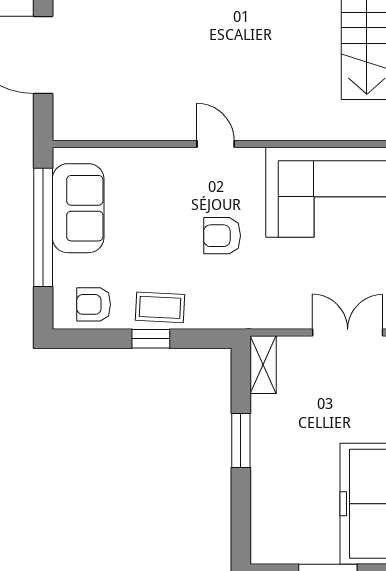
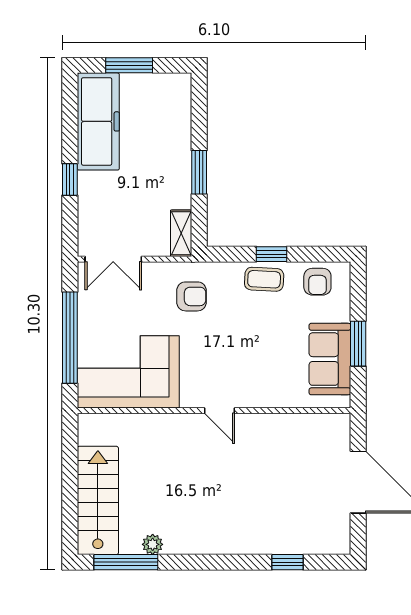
window: (43, 227) -> (358, 344), width x0.47
armchair: (222, 236) -> (192, 296), moved
armchair: (94, 304) -> (317, 282), turned 90

